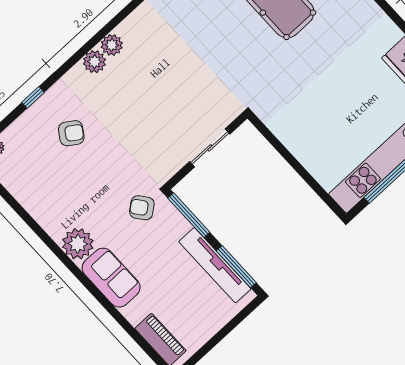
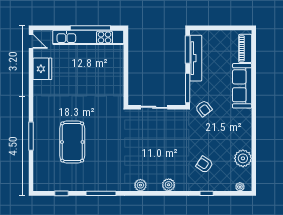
plant: (112, 45) -> (140, 185), moved
plant: (78, 244) -> (243, 158), moved
sofa: (111, 278) -> (242, 86), width x1.36

